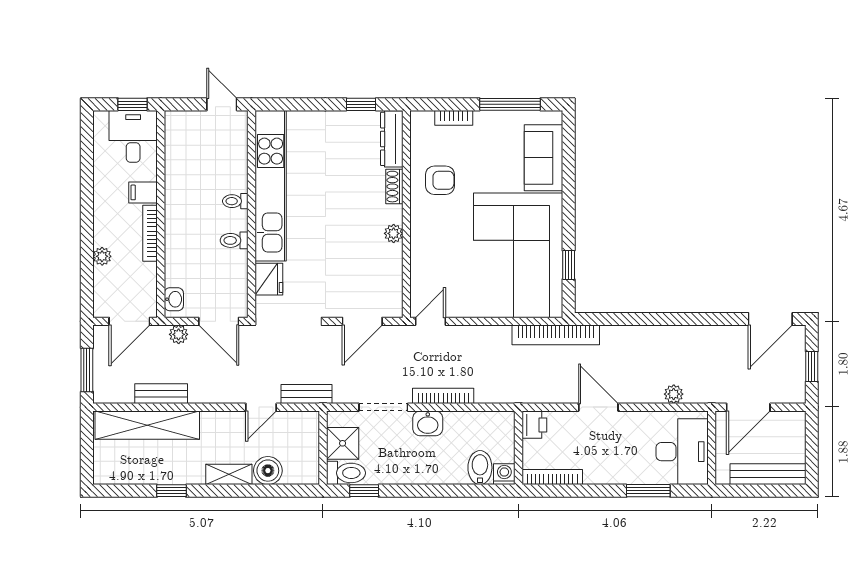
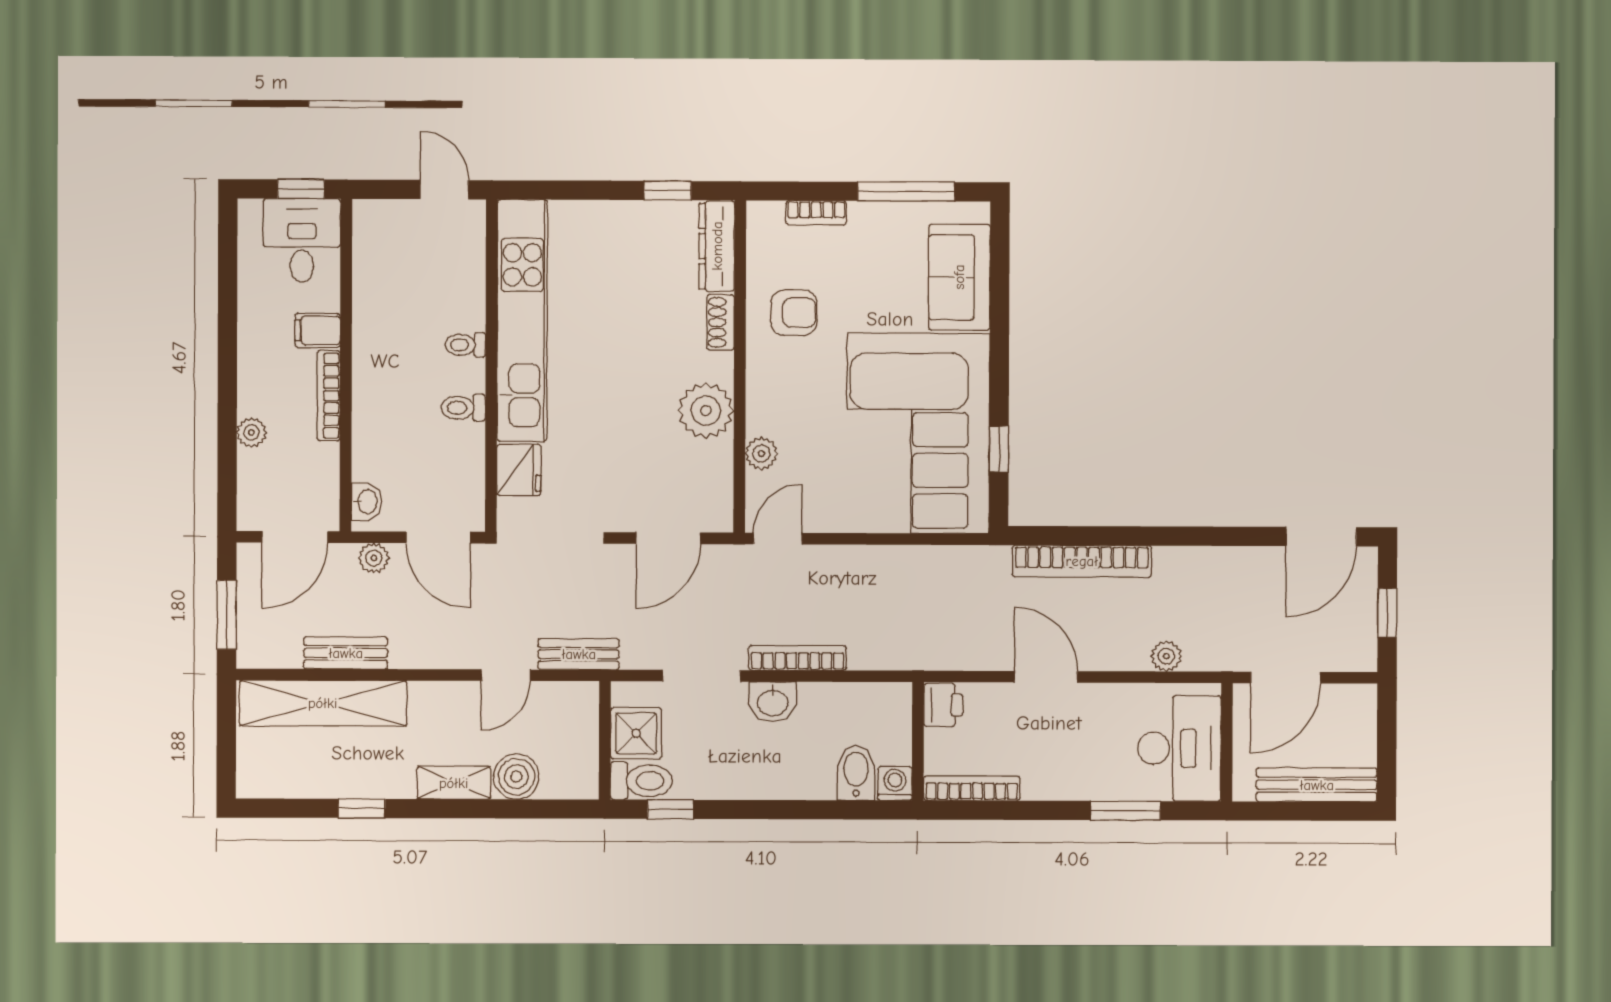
plant: (394, 233) -> (706, 411), width x1.87, depth x1.87
plant: (420, 268) -> (761, 454), added
bookcase: (556, 335) -> (1082, 561), moved

